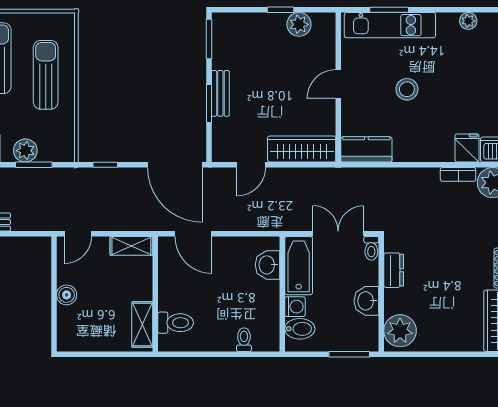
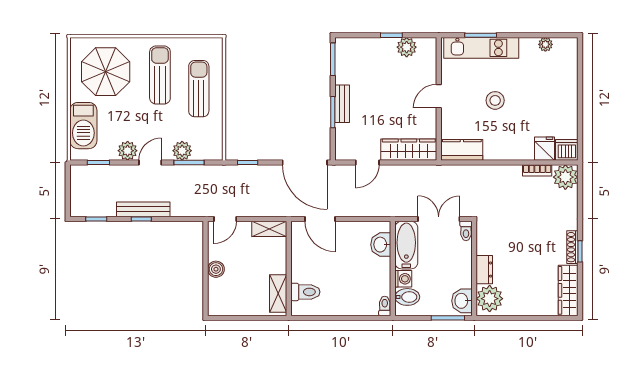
dresser: (394, 270) -> (484, 270), moved
washbasin: (366, 301) -> (462, 301), moved
toilet: (244, 340) -> (385, 306), moved

